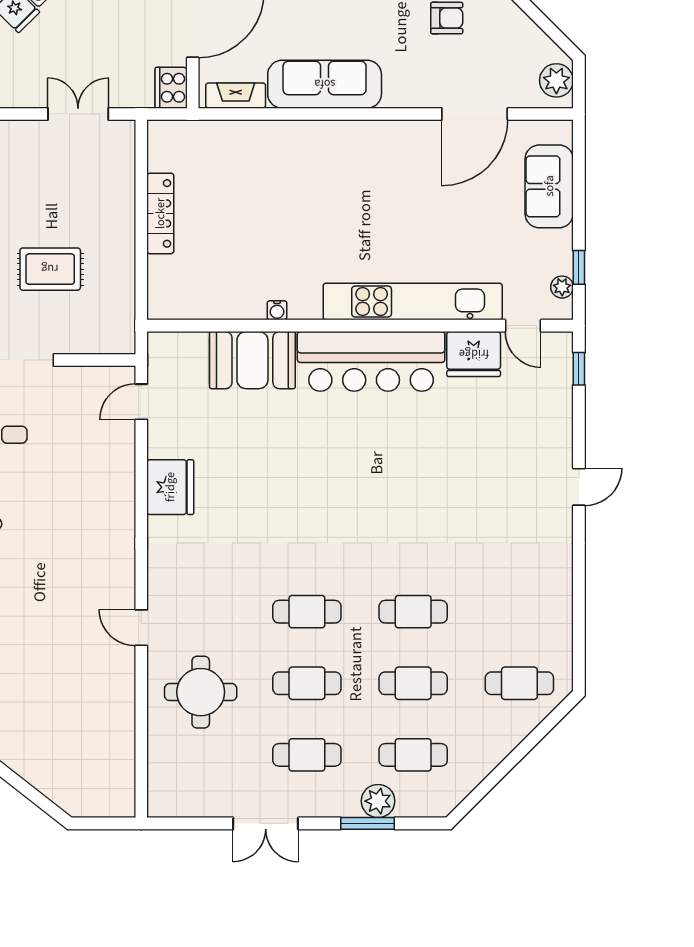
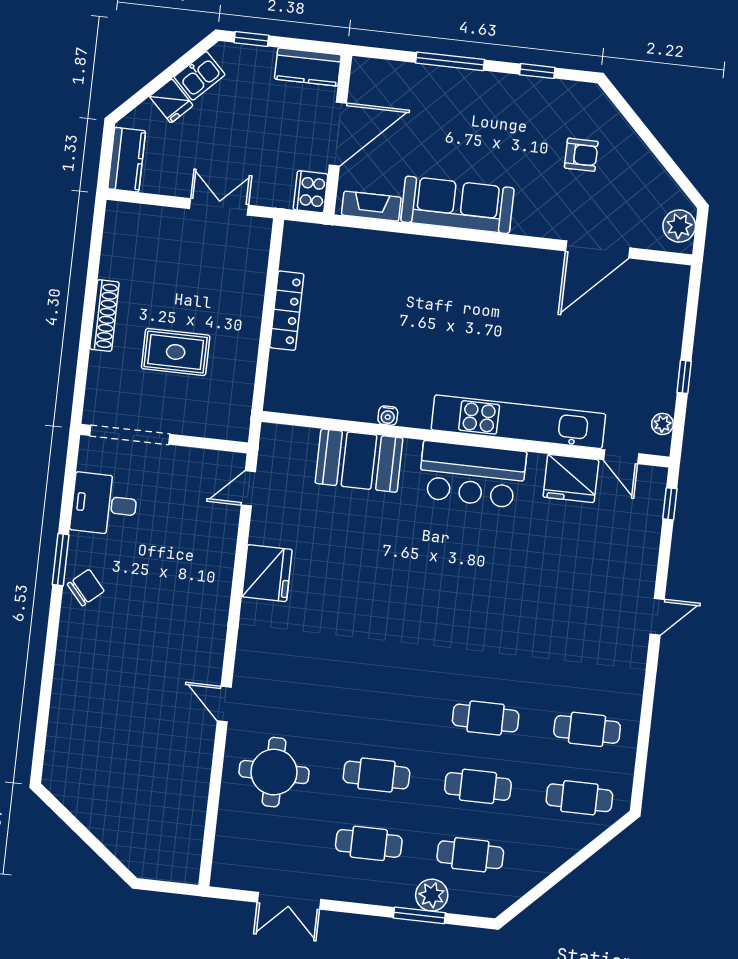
sofa: (549, 186) -> (661, 326), removed
window: (579, 267) -> (684, 377), moved
bar counter: (371, 361) -> (472, 475), width x0.73
cafe table: (307, 612) -> (587, 729), moved
double door: (266, 823) -> (289, 901), moved

